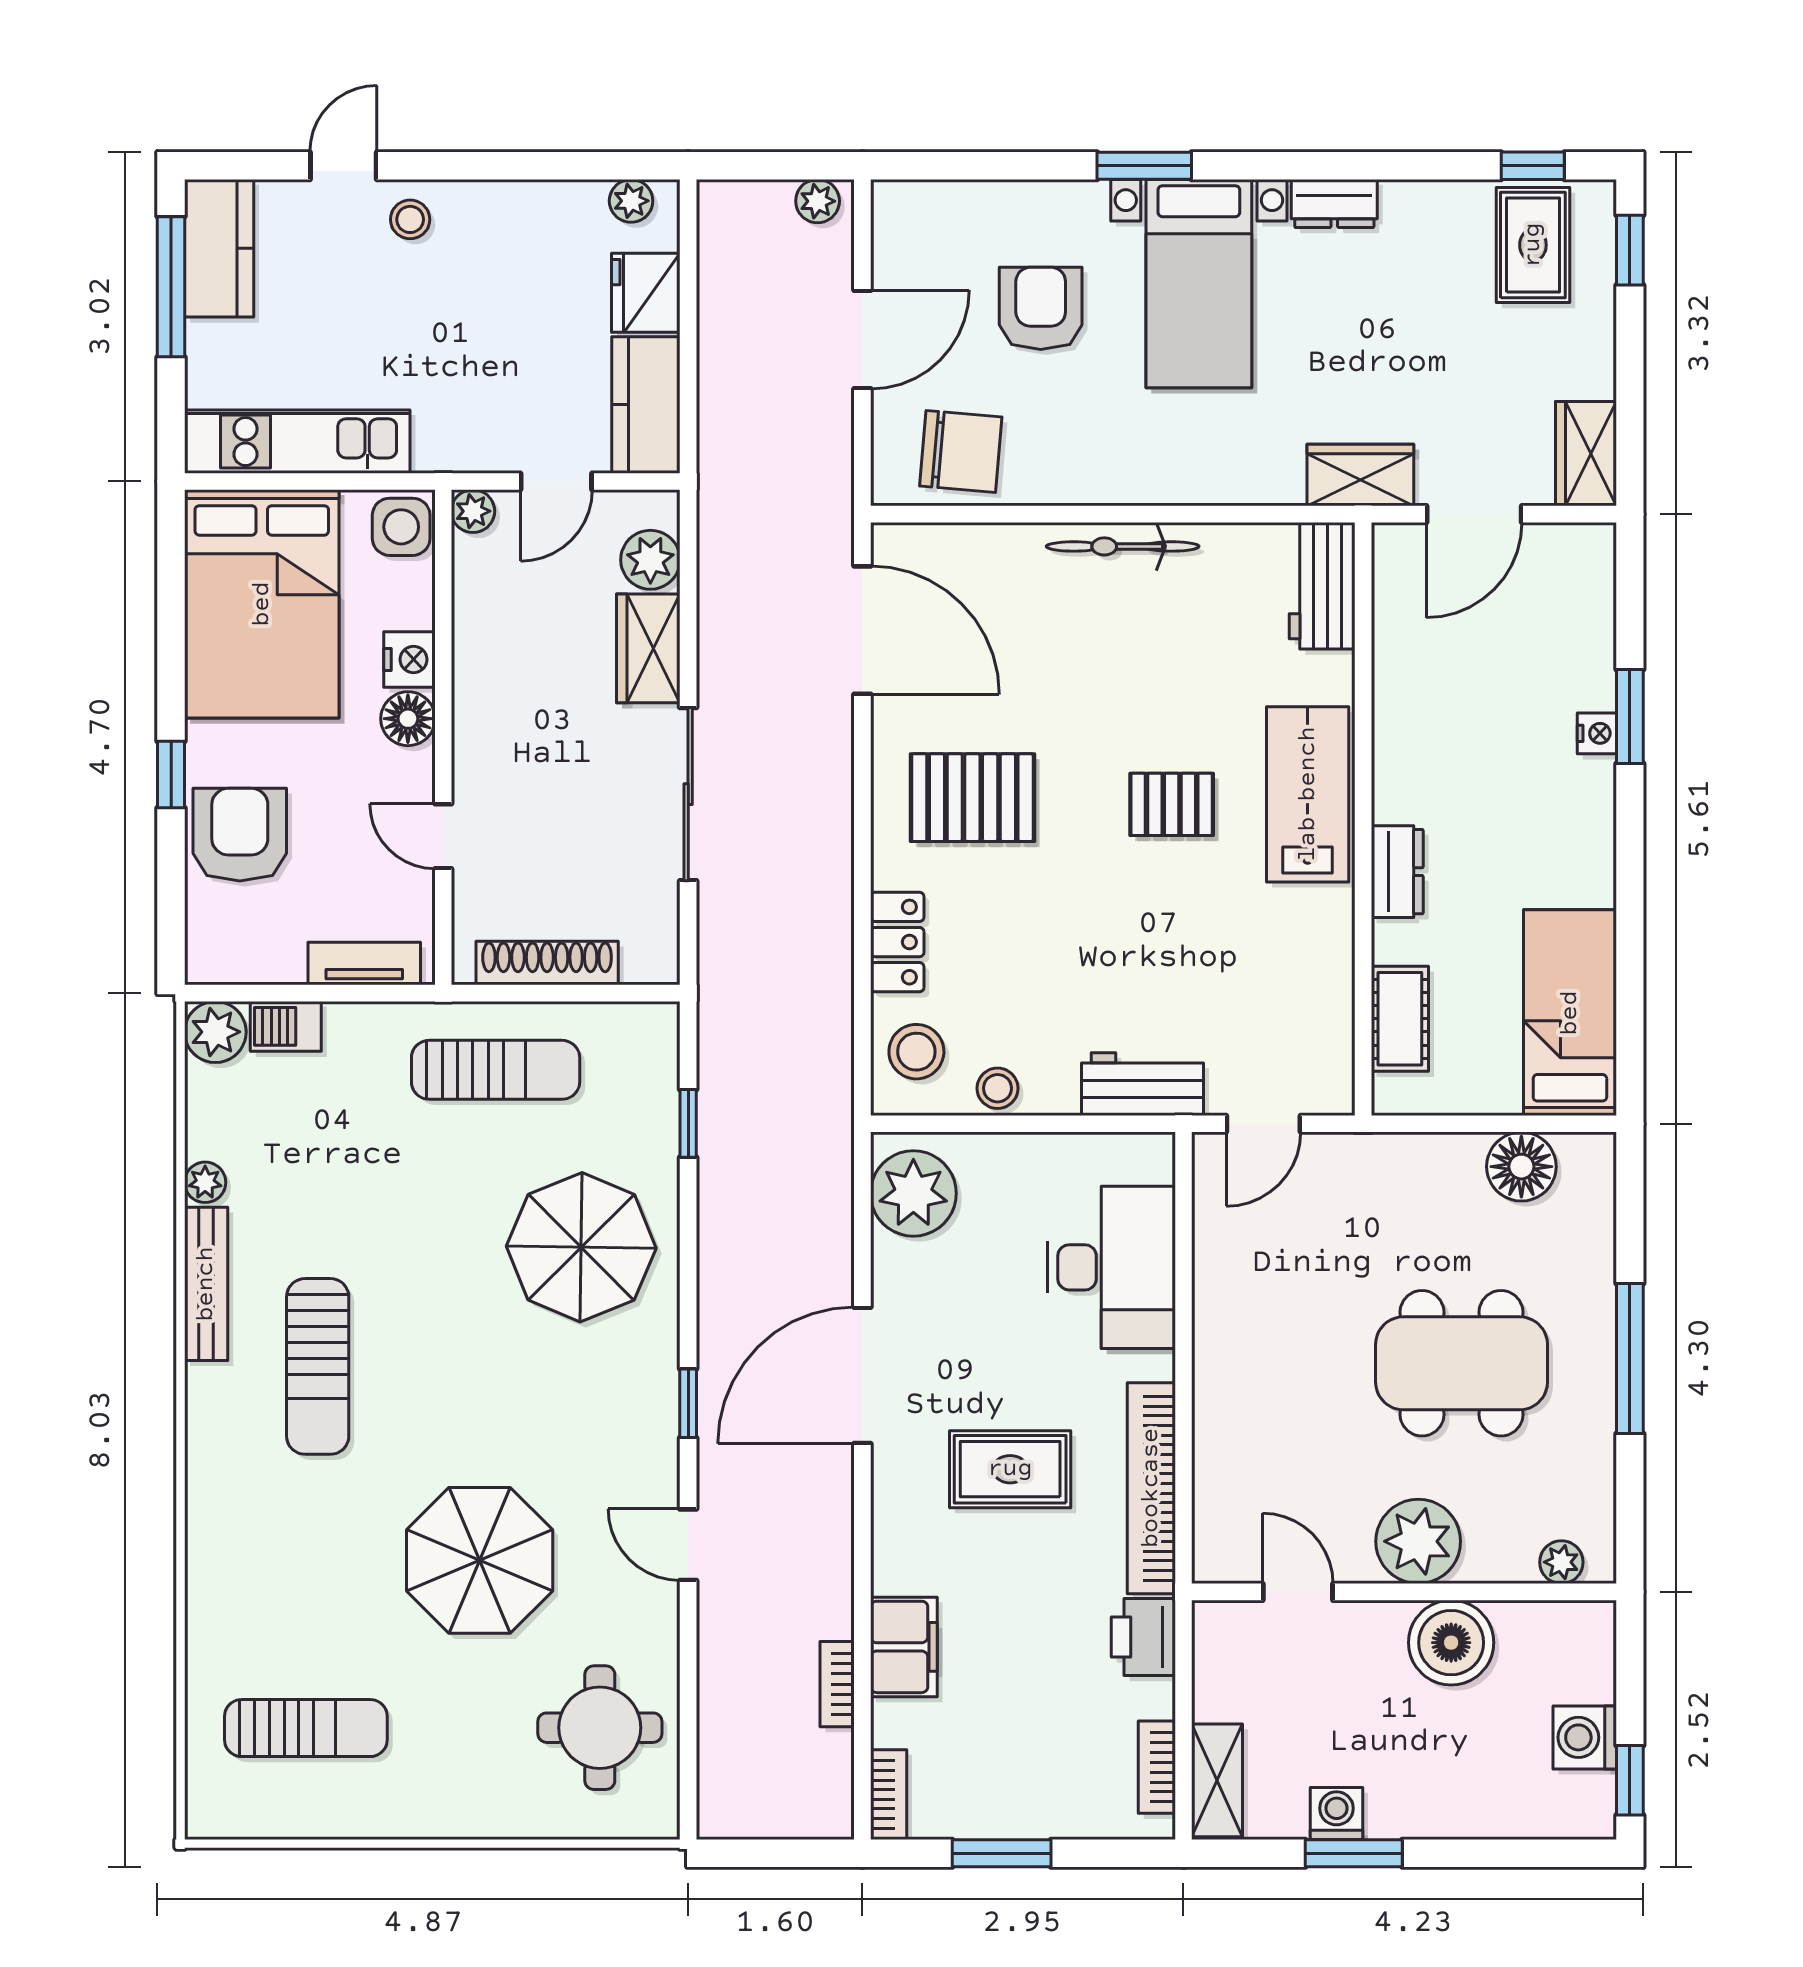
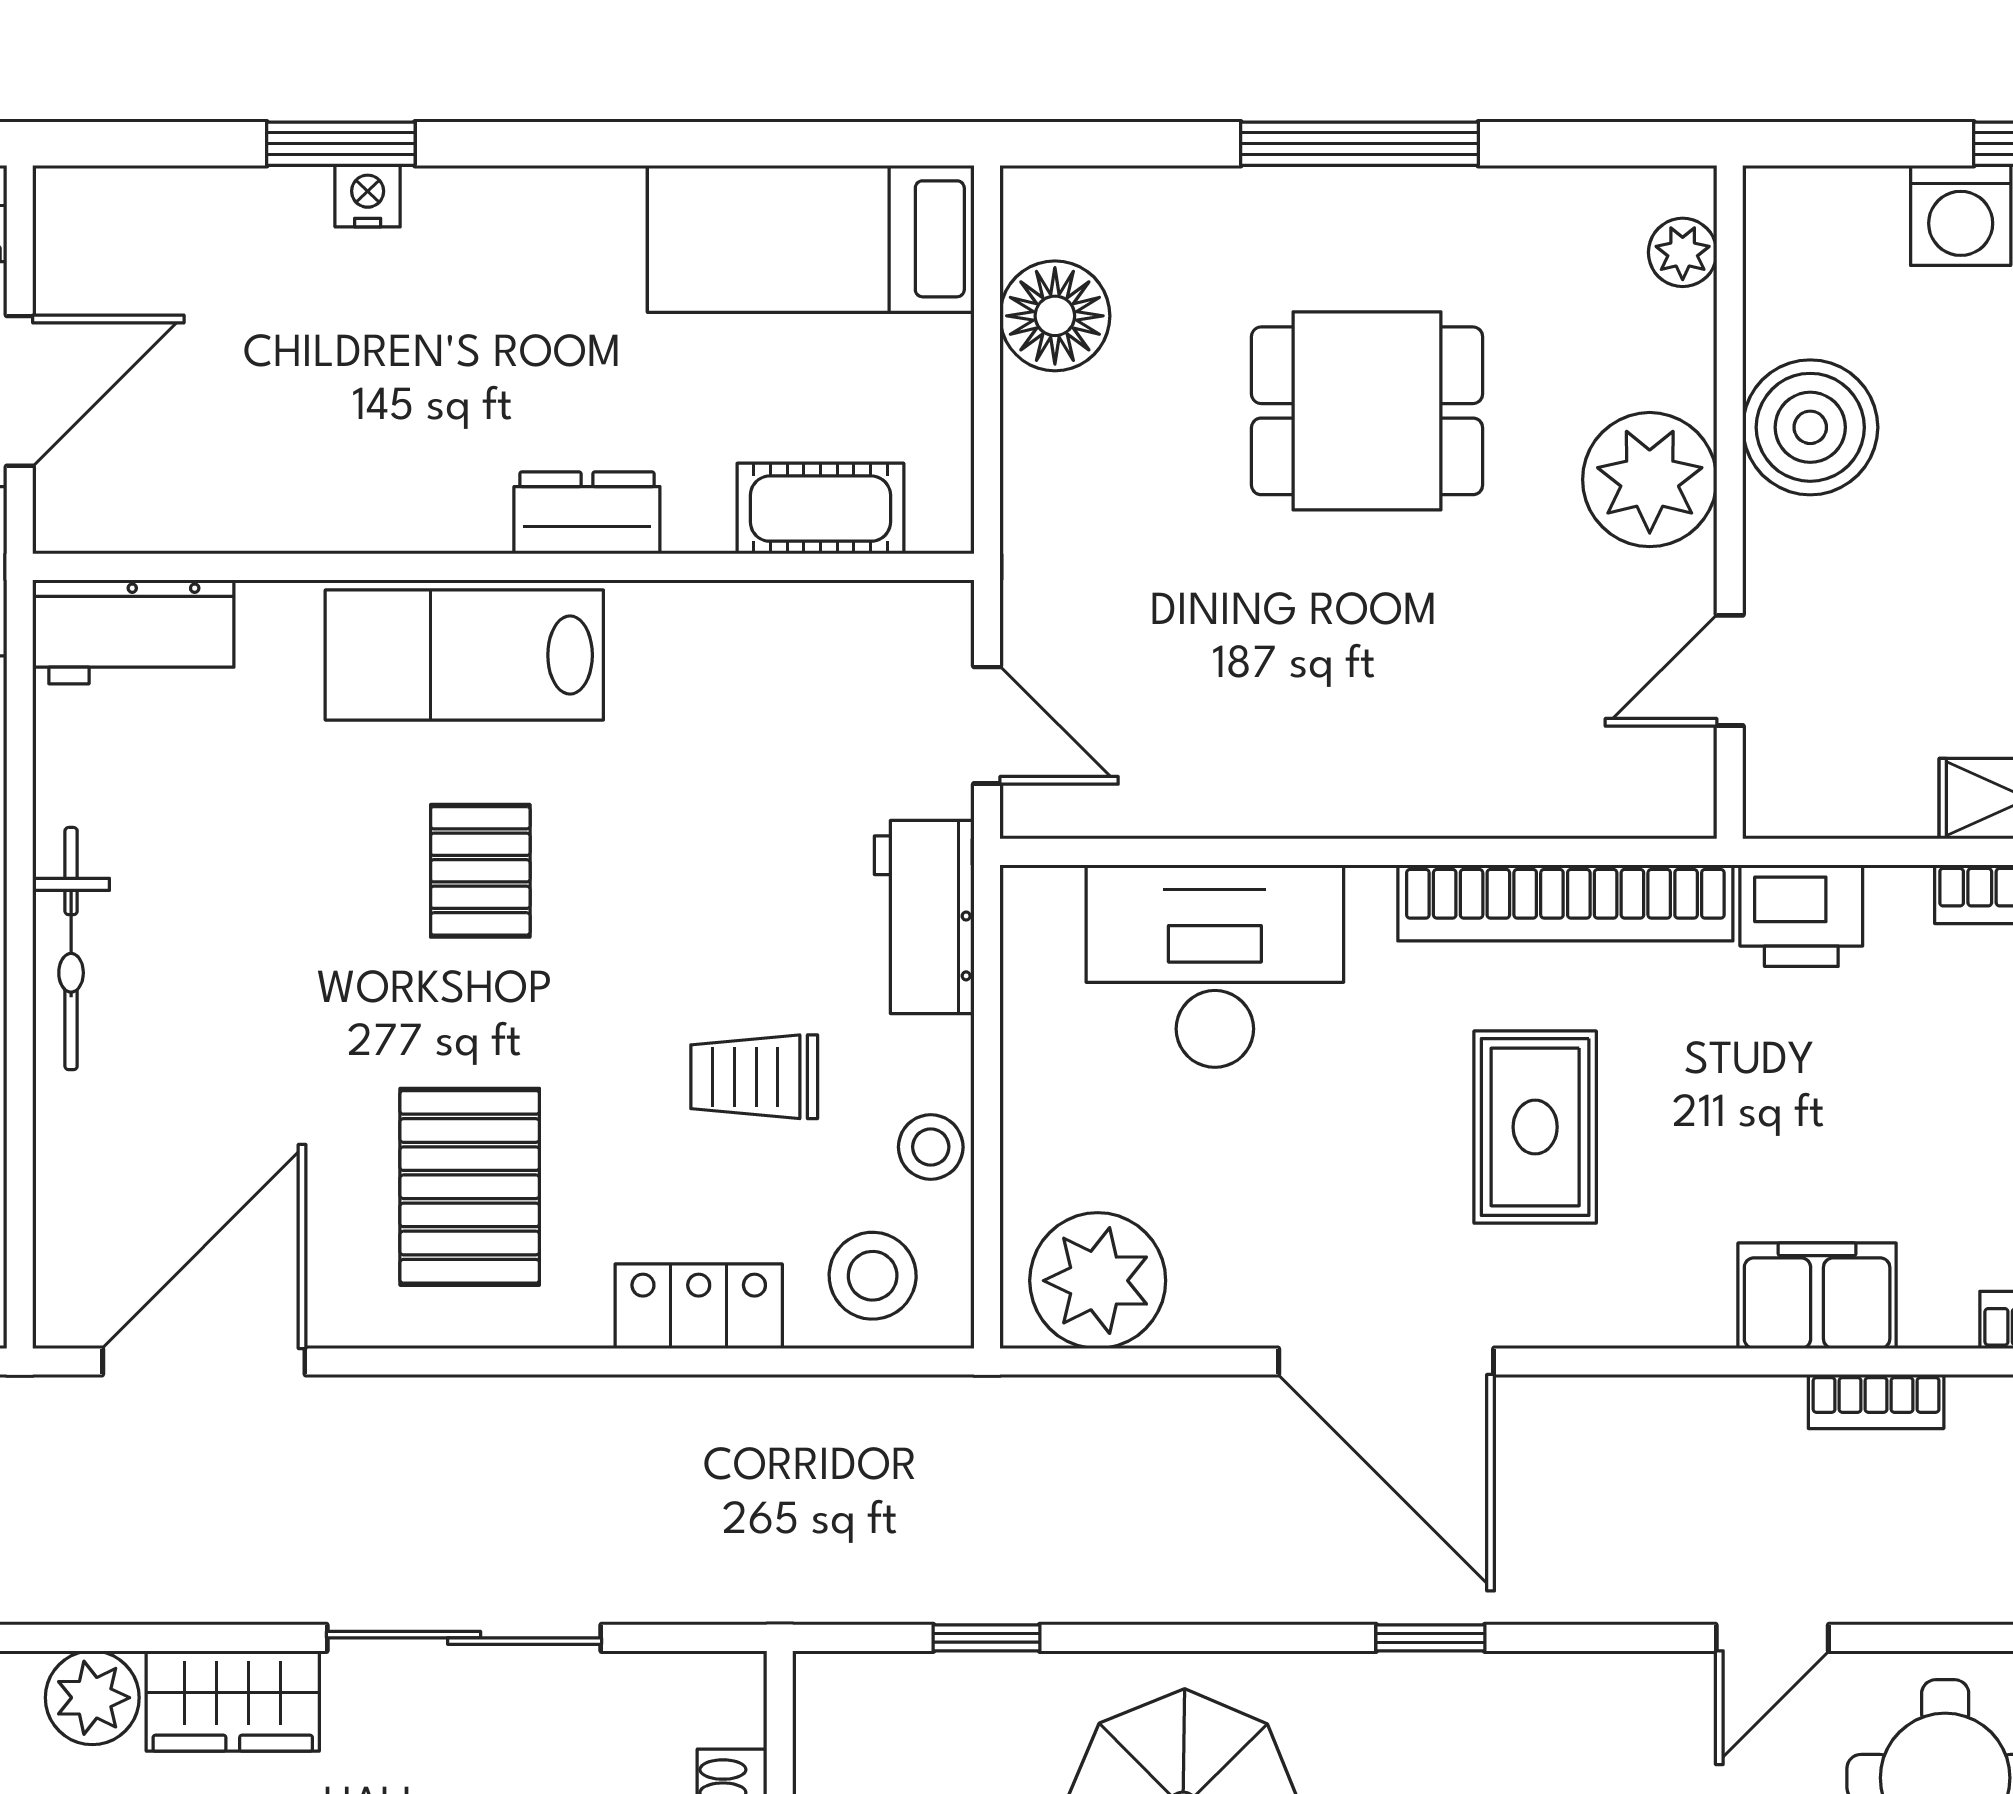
door: (1474, 514) -> (20, 391), hinge flipped
trolley: (1042, 977) -> (754, 1077), added
dining table: (1462, 1363) -> (1367, 411), width x0.73
door: (688, 1545) -> (1772, 1638), moved

